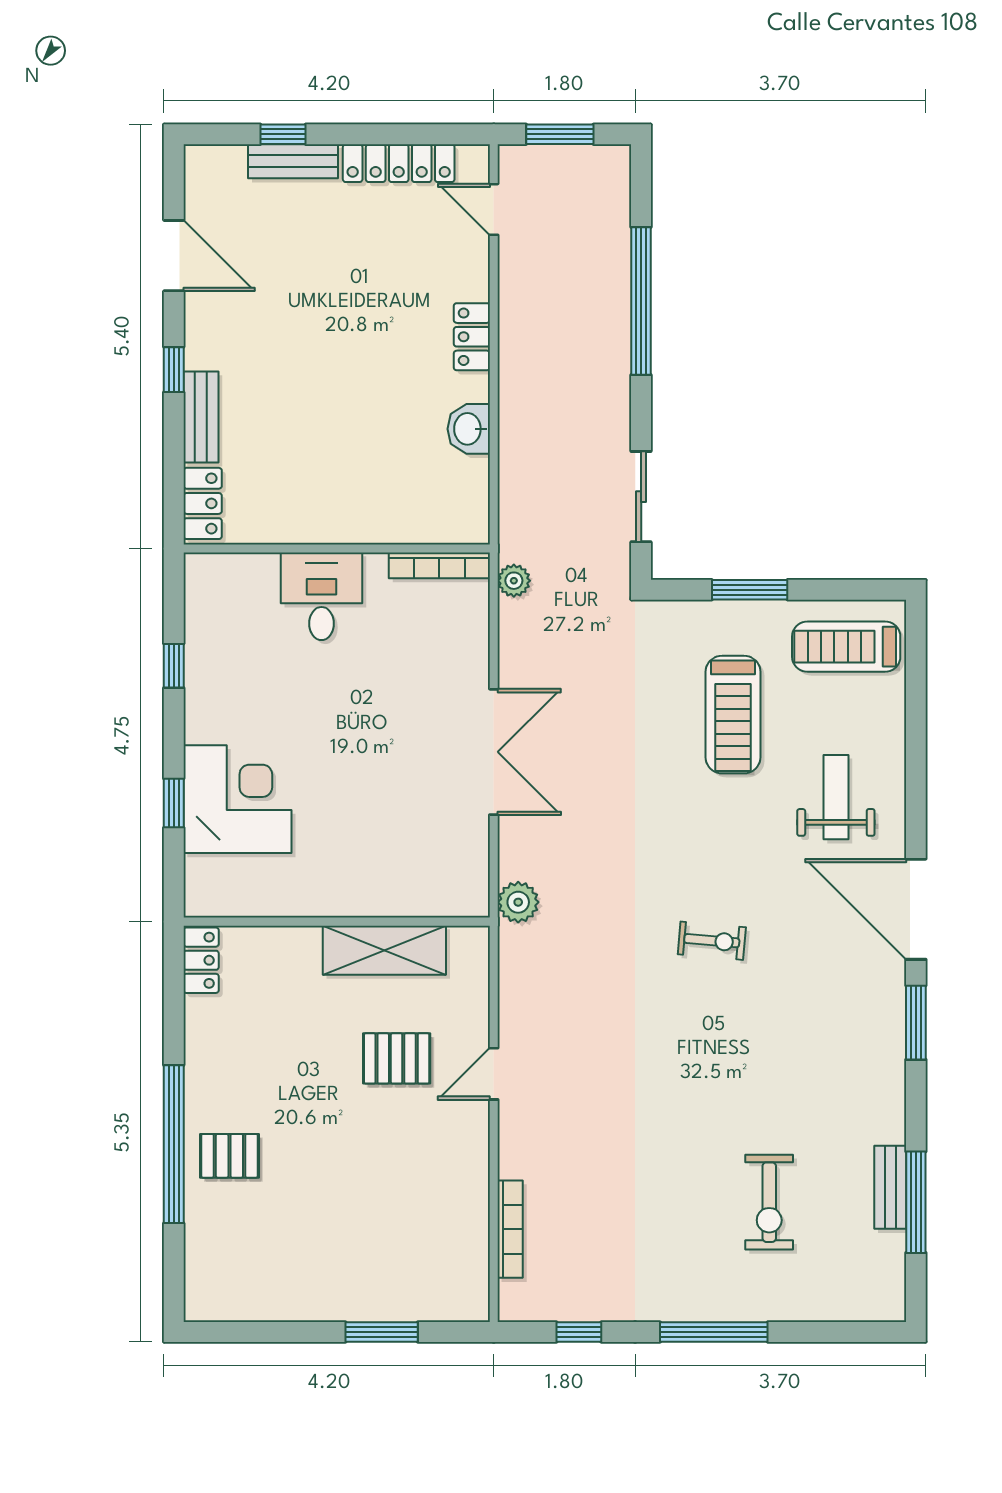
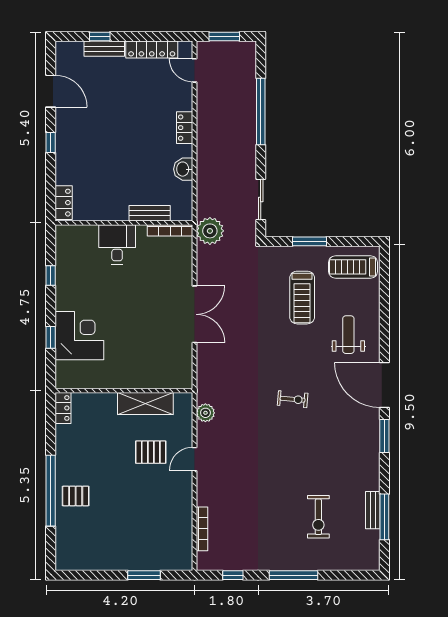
bench: (201, 417) -> (150, 213), moved, turned 90
plant: (514, 581) -> (210, 231), width x1.88, depth x1.88
plant: (518, 902) -> (205, 413), moved

